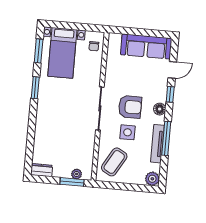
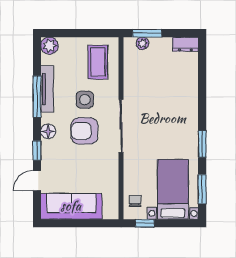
window: (88, 27) -> (145, 223), added
coffee table: (114, 162) -> (98, 62), turned -30

